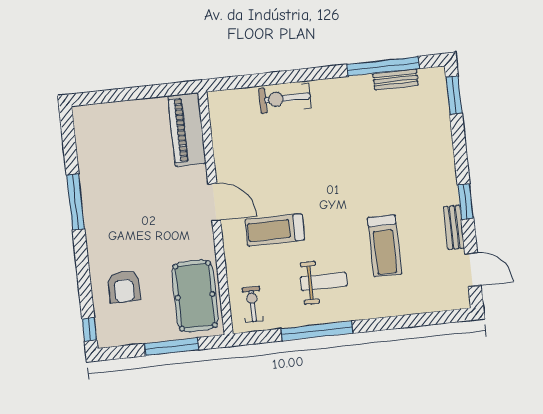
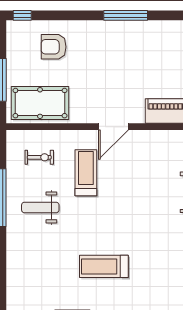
treadmill: (384, 246) -> (104, 266), moved
weight bench: (324, 281) -> (40, 207), turned 90
exercise bike: (253, 304) -> (39, 157), moved

